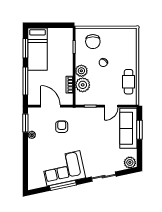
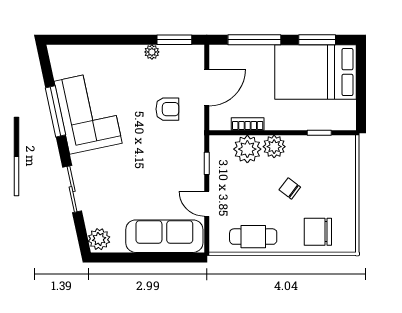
chair: (93, 42) -> (318, 232), moved
bed: (38, 49) -> (315, 72), width x1.50
window: (139, 130) -> (161, 257), removed

